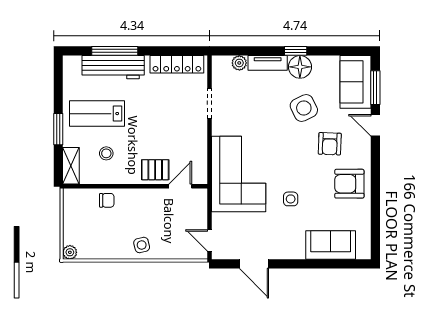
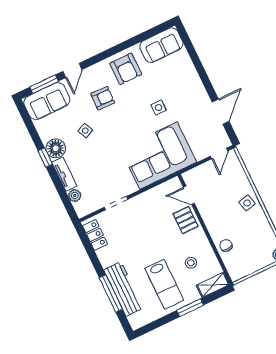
locker: (177, 64) -> (95, 235), width x0.66
side table: (304, 108) -> (85, 131), width x0.54, depth x0.54
sofa: (331, 245) -> (161, 45), moved, turned -90

